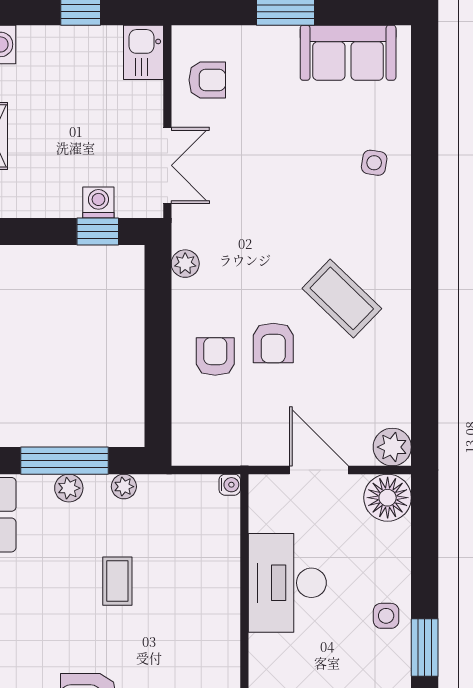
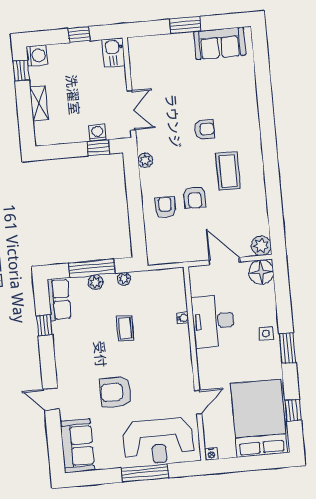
armchair: (207, 80) -> (204, 129), moved
side table: (374, 163) -> (238, 99), removed
coffee table: (342, 298) -> (228, 171), turned 46
water cooler: (230, 485) -> (183, 318), moved

